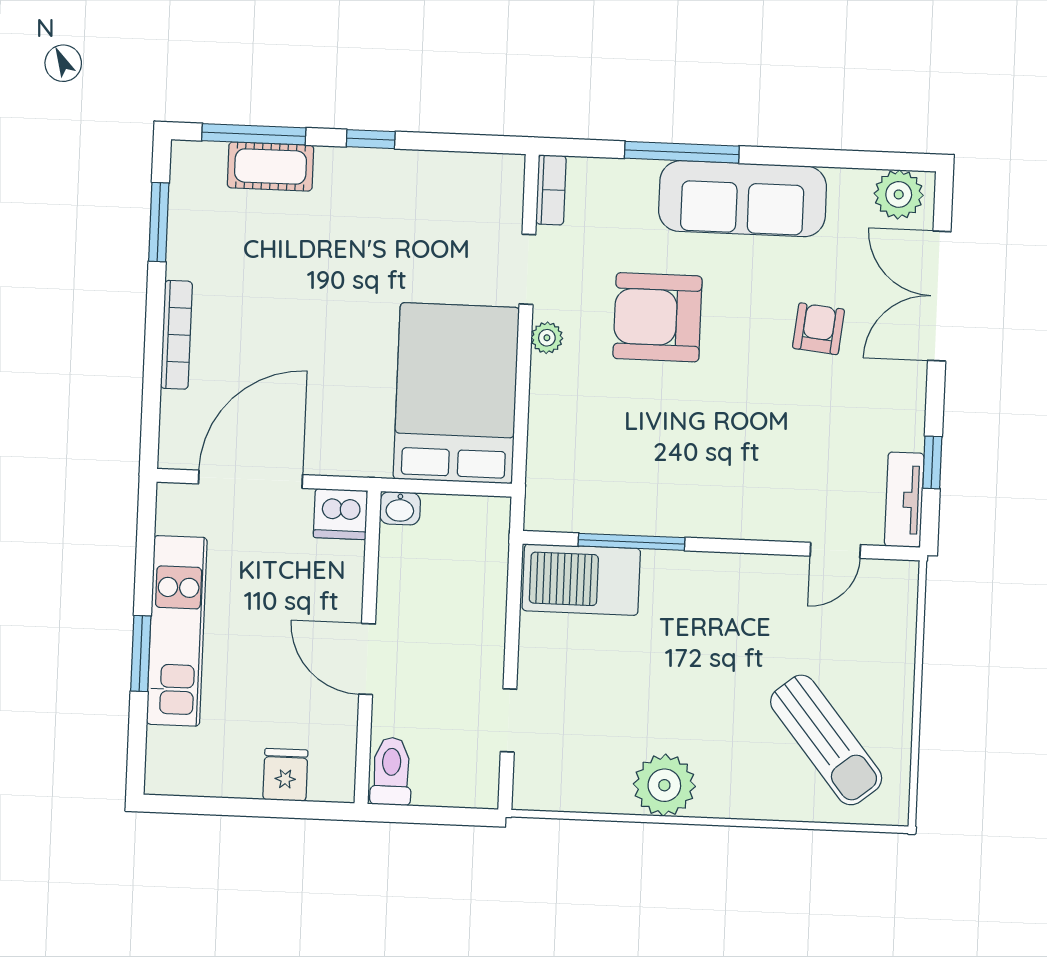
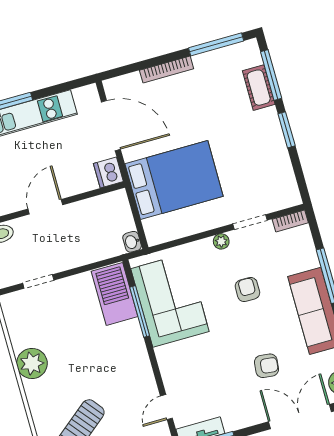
window: (371, 139) -> (287, 130), width x1.50
window: (159, 222) -> (216, 44), width x1.44
armchair: (658, 317) -> (247, 290), width x0.53, depth x0.53
bed: (456, 393) -> (174, 180), moved
corner sofa: (629, 475) -> (170, 300), added
washbasin: (400, 508) -> (132, 242), moved
door: (835, 550) -> (166, 407), hinge flipped

